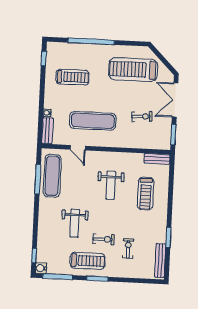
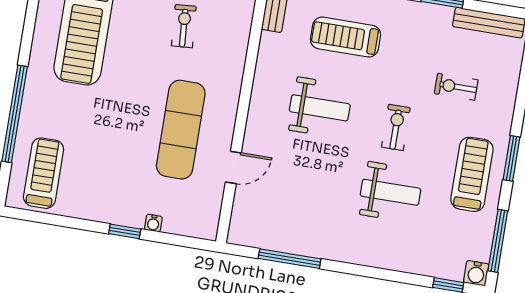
window: (44, 59) -> (125, 231), moved
treadmill: (73, 77) -> (44, 173), moved
bench: (47, 131) -> (191, 227), removed
exercise mat: (52, 176) -> (286, 228), removed
treadmill: (146, 194) -> (345, 37), turned 180
exercise bike: (104, 239) -> (396, 127), moved

